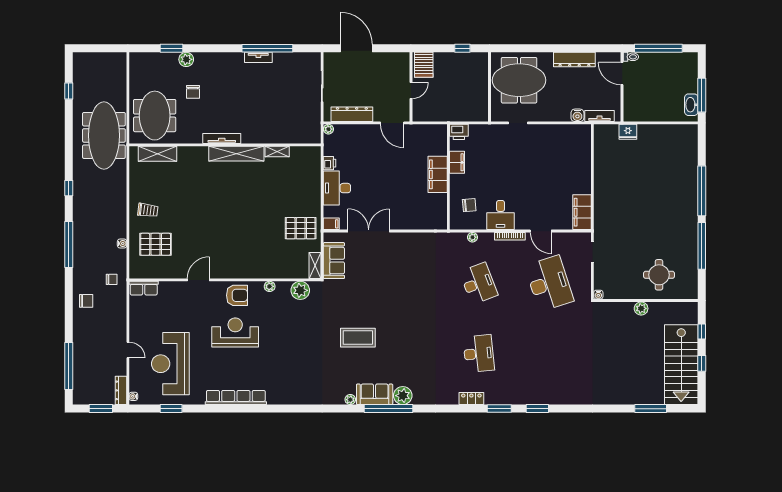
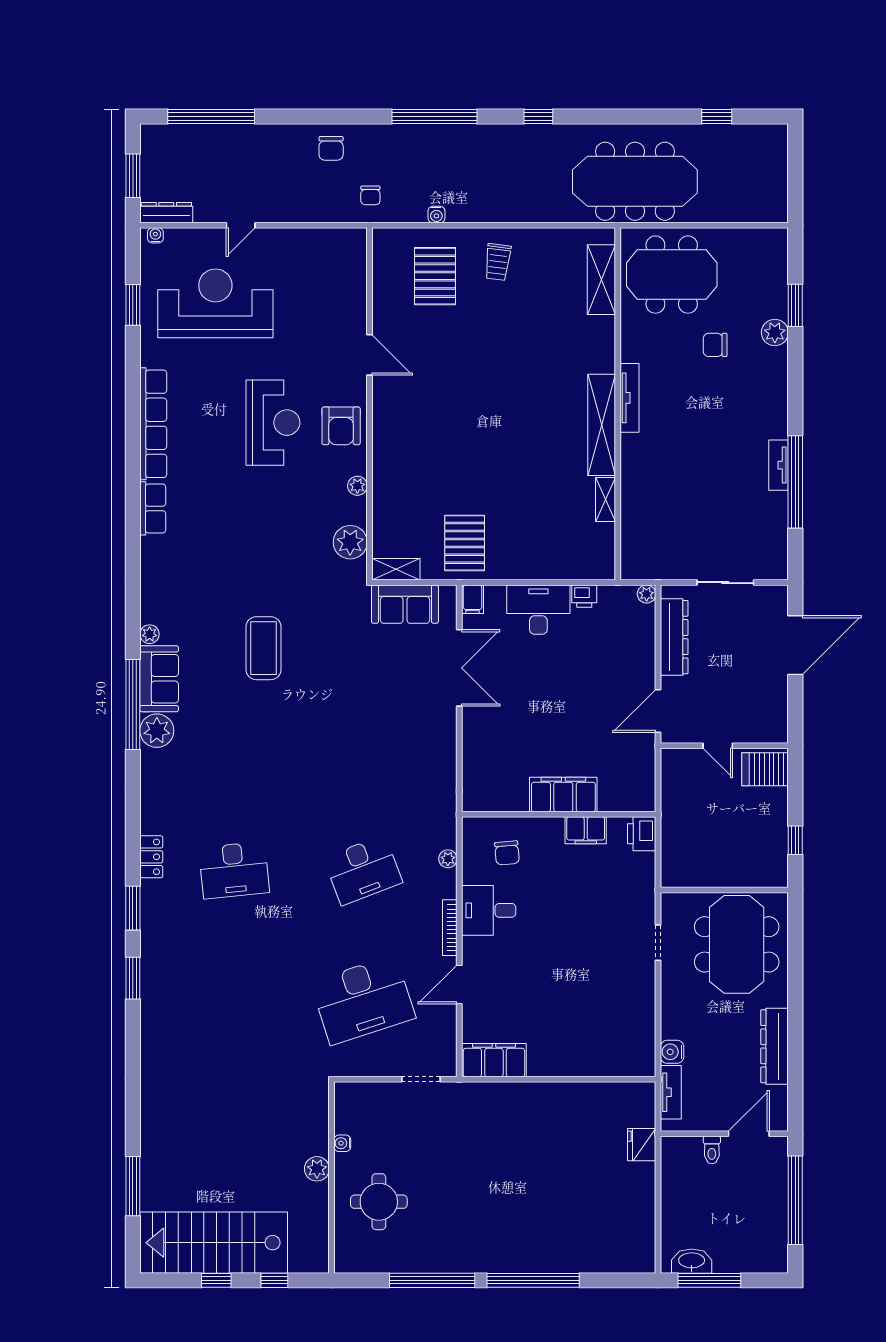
toilet: (631, 57) -> (712, 1150), moved
row of seats: (144, 288) -> (153, 508), moved, turned 180
water cooler: (598, 295) -> (342, 1143), moved

